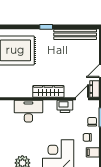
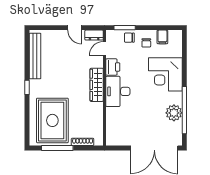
door: (82, 99) -> (105, 49), hinge flipped
desk: (28, 111) -> (118, 91), moved

